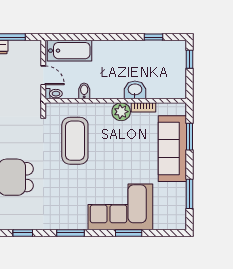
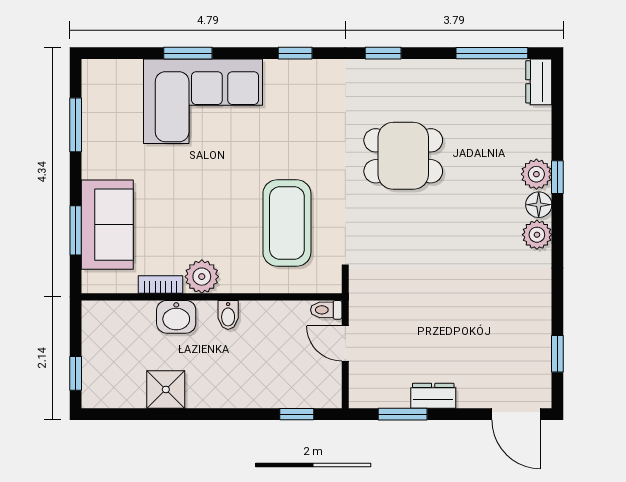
window: (154, 37) -> (297, 414), moved
shower: (141, 50) -> (166, 389), added
bathtub: (69, 51) -> (297, 389), removed
bidet: (84, 91) -> (228, 315), moved
sofa: (172, 149) -> (107, 225), width x0.73
window: (70, 233) -> (295, 53), width x0.67

